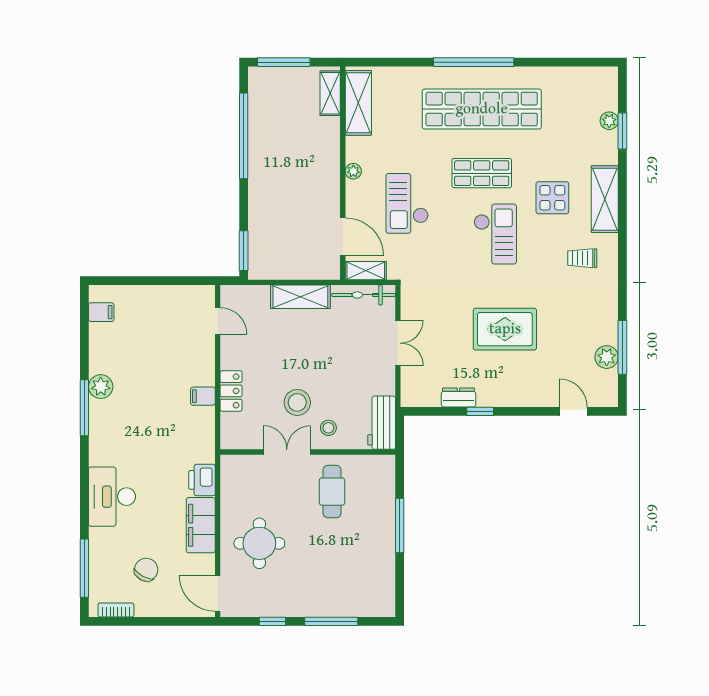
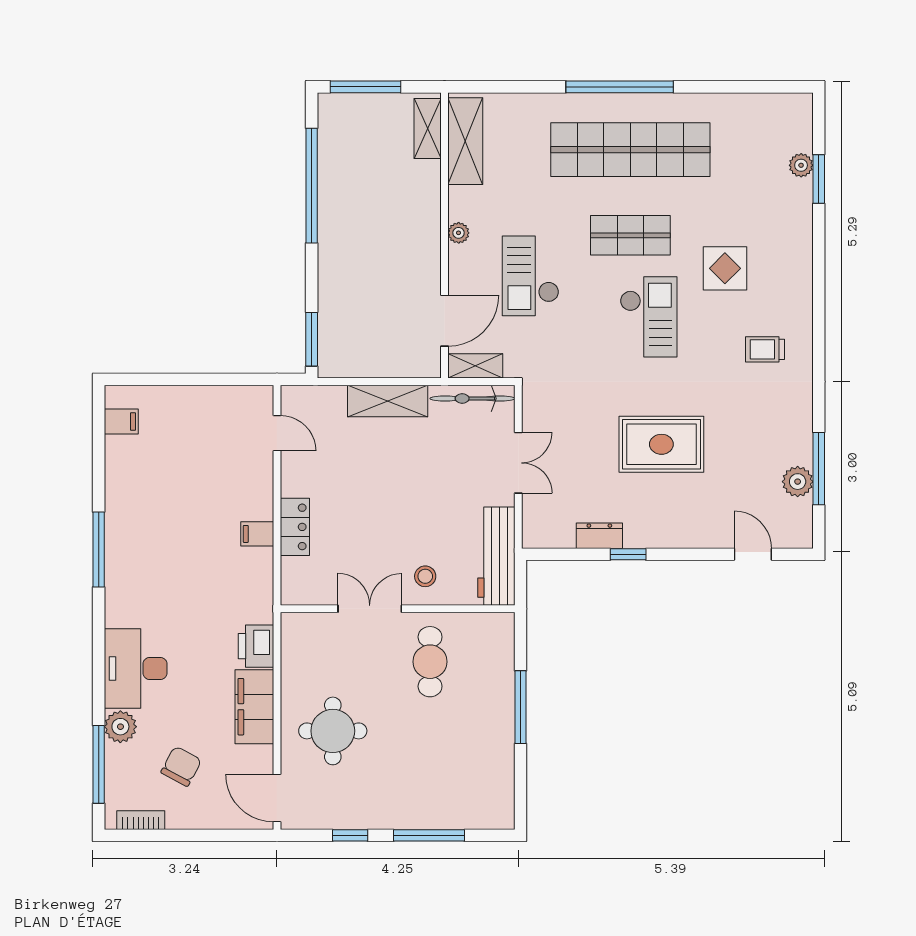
shelving: (605, 199) -> (795, 270), removed
door: (343, 237) -> (444, 321), hinge flipped
plant: (101, 387) -> (120, 727), moved
stool: (297, 402) -> (383, 542), removed
workbench: (382, 423) -> (496, 556), width x1.38

